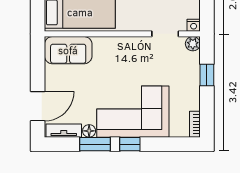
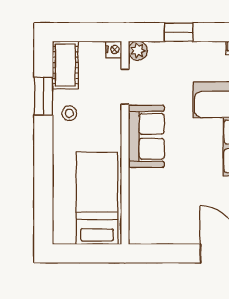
sofa: (68, 50) -> (146, 136), moved

